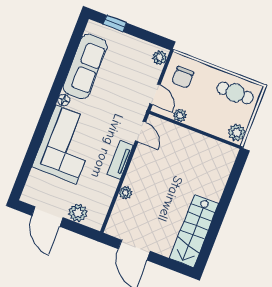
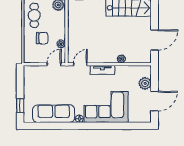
plant: (160, 58) -> (31, 70), removed
chair: (183, 77) -> (42, 38), moved

